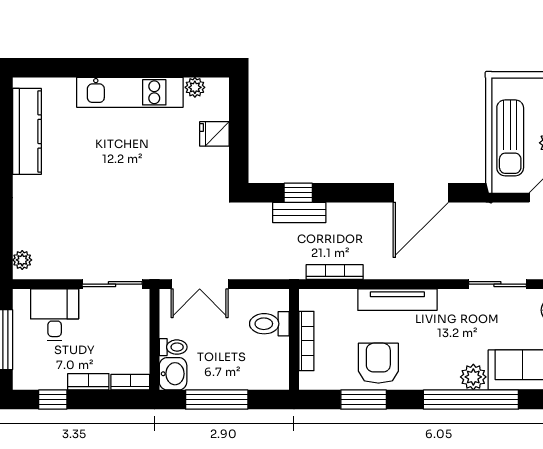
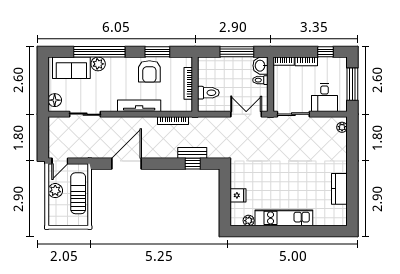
kitchen counter: (27, 131) -> (339, 189), width x0.67

